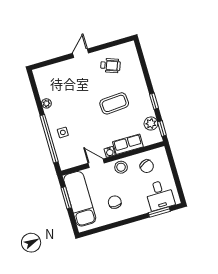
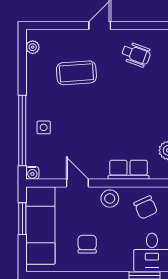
plant: (46, 103) -> (33, 47), moved
coffee table: (114, 103) -> (76, 73), moved
water cooler: (110, 152) -> (32, 173), moved

